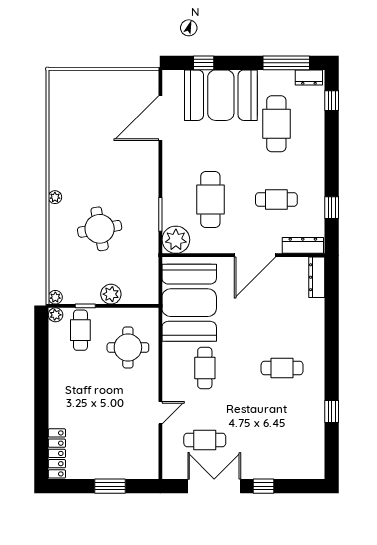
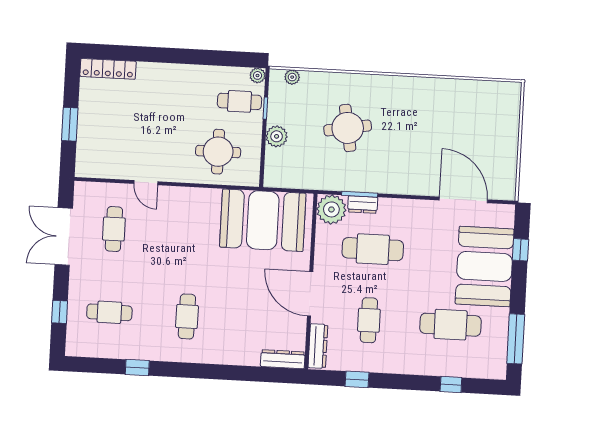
dresser: (309, 77) -> (363, 205), moved, turned -90
window: (332, 101) -> (451, 384), moved
plant: (55, 197) -> (384, 82), removed
plant: (55, 297) -> (292, 77), moved
cafe table: (205, 368) -> (109, 312), moved
double door: (214, 486) -> (64, 236), swing flipped
window: (263, 486) -> (60, 312), moved

